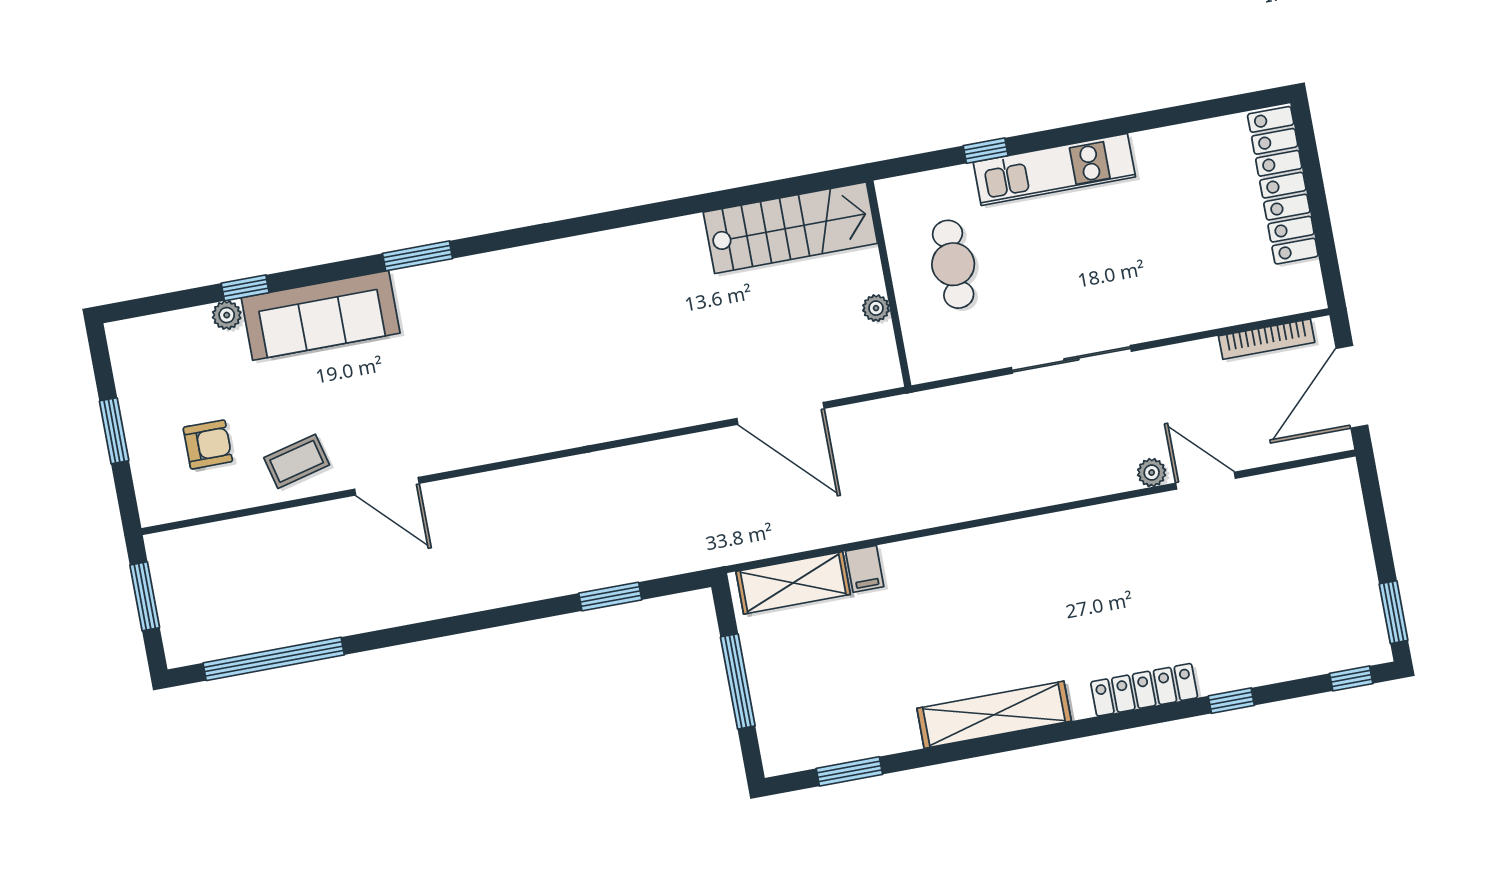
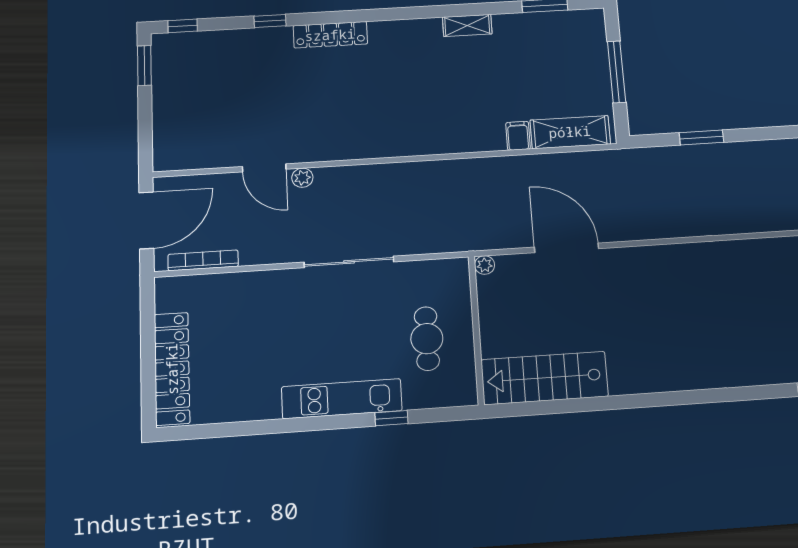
plant: (876, 308) -> (485, 265), moved
shelving: (994, 715) -> (467, 25), width x0.45, depth x0.75

